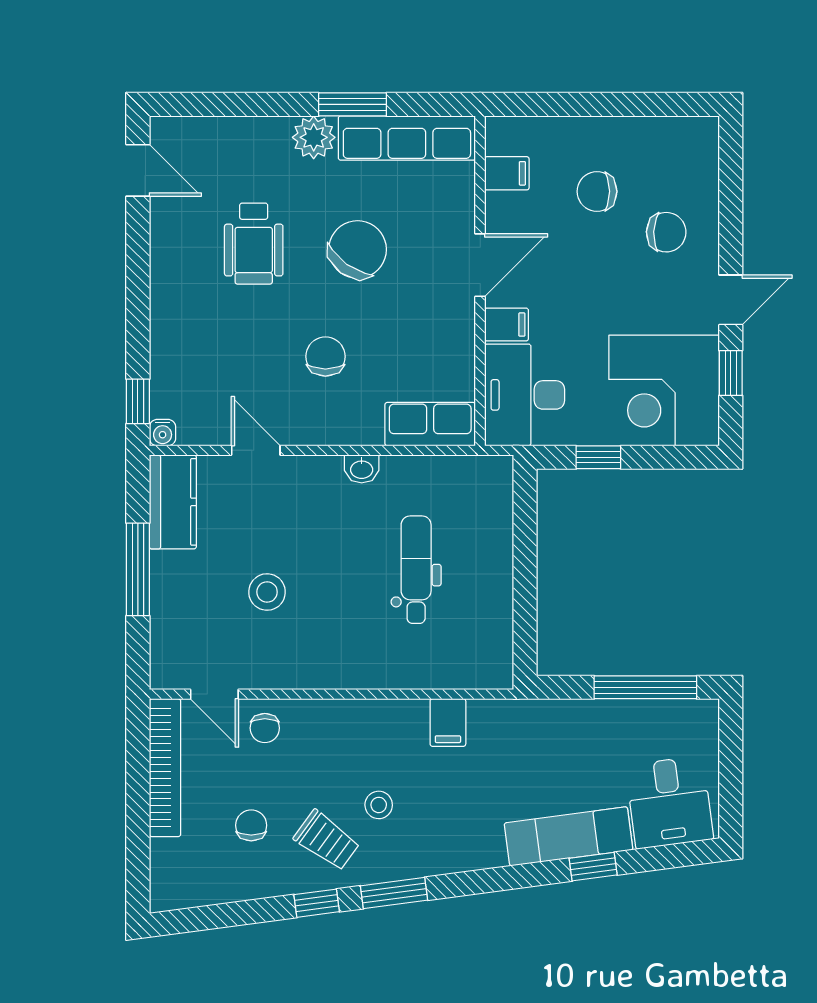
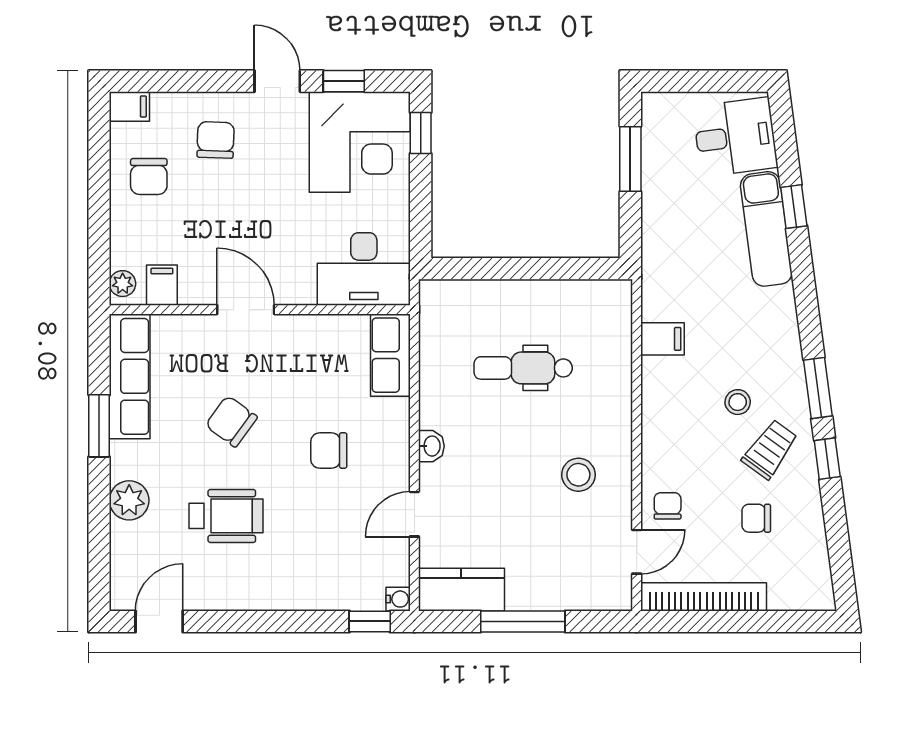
plant: (509, 130) -> (123, 284), added
plant: (314, 137) -> (129, 500), moved
chair: (597, 191) -> (149, 177), moved
chair: (358, 249) -> (231, 421), width x0.73, depth x0.73
filing cabinet: (507, 325) -> (129, 107), moved, turned 90
window: (598, 457) -> (421, 133), moved
washbasin: (362, 469) -> (431, 446), moved
stool: (267, 592) -> (578, 475), moved
window: (645, 687) -> (630, 159), width x0.69
chair: (265, 728) -> (668, 506), turned -90

